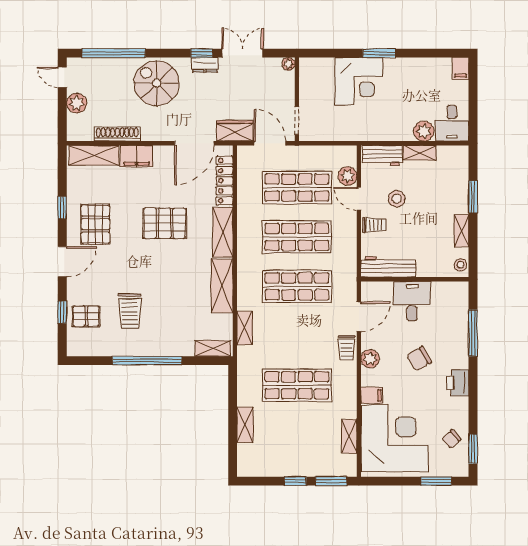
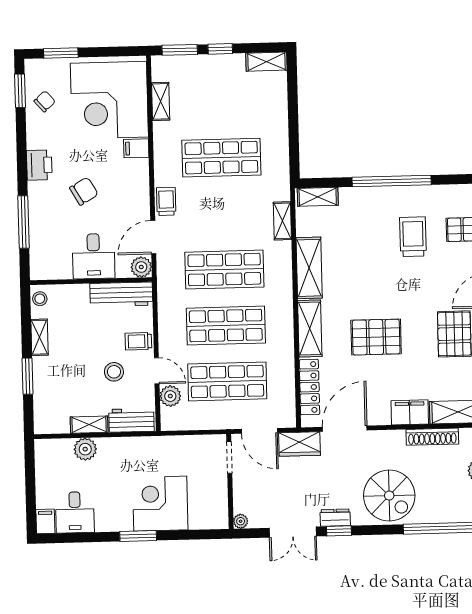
desk: (452, 123) -> (75, 512), moved, turned 180
plant: (370, 359) -> (141, 267), moved
shelving: (245, 425) -> (266, 62), moved, turned 90

